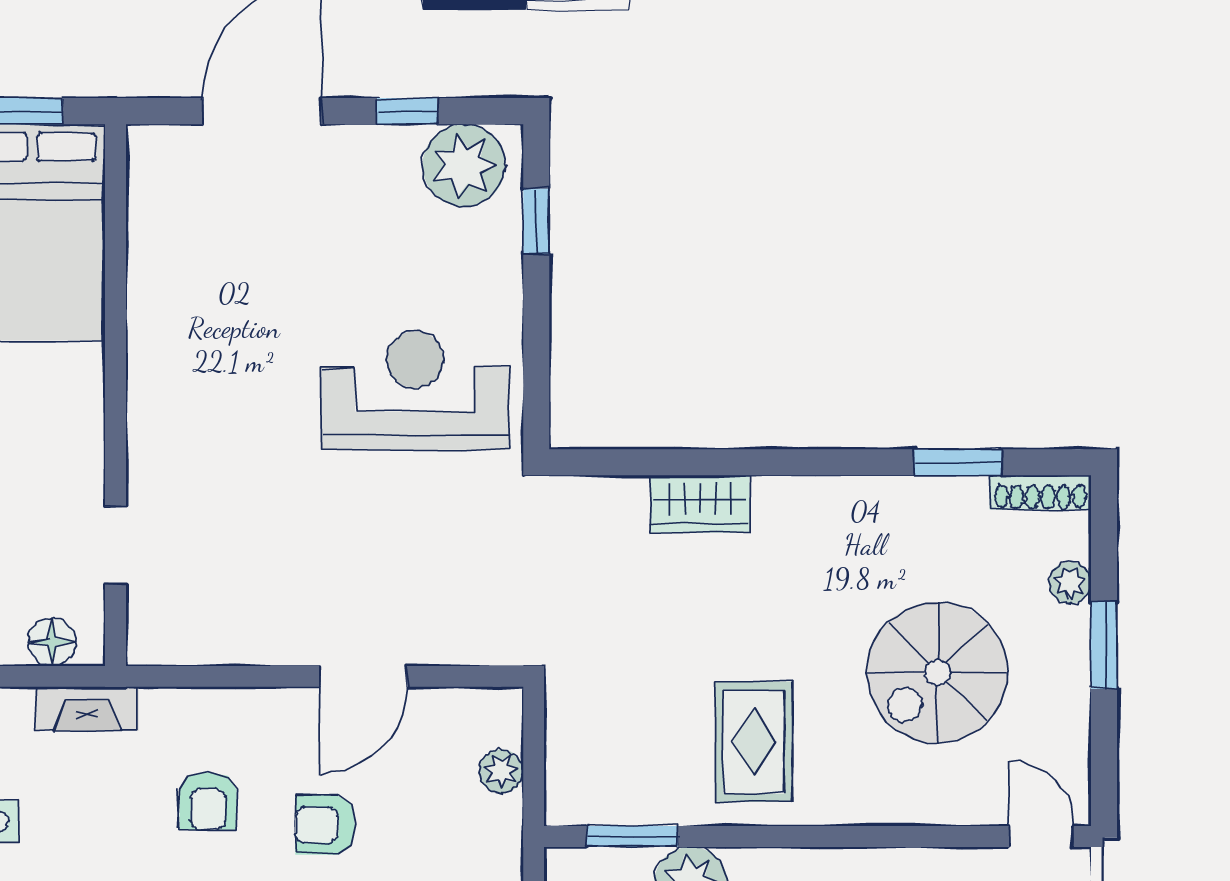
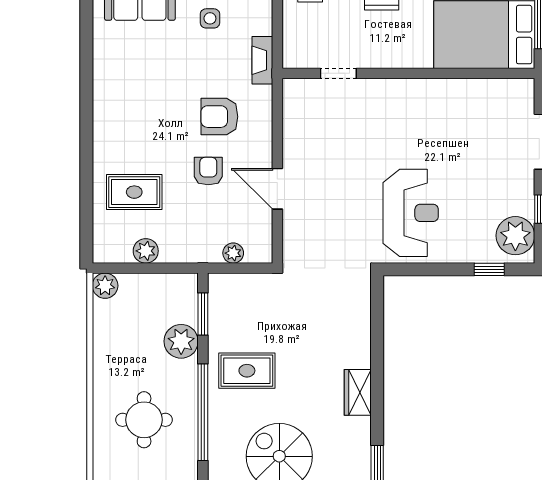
wardrobe: (700, 504) -> (358, 392), moved
floor lamp: (52, 642) -> (293, 44), removed
armchair: (208, 801) -> (219, 117), width x1.38, depth x1.38
window: (843, 836) -> (203, 412), added

